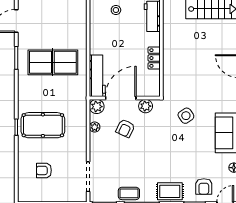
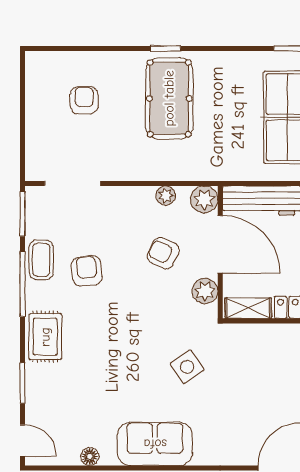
shelving: (155, 83) -> (248, 308), added
armchair: (204, 186) -> (87, 271), moved, turned 84

